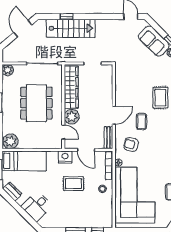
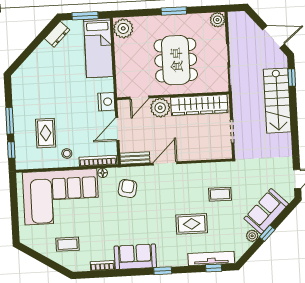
window: (67, 17) -> (292, 77), moved
dining table: (36, 103) -> (176, 60), turned 90
door: (114, 115) -> (165, 163), swing flipped
coffee table: (141, 121) -> (220, 194), moved
rug: (73, 184) -> (46, 133), moved
desk: (37, 206) -> (39, 68), removed

